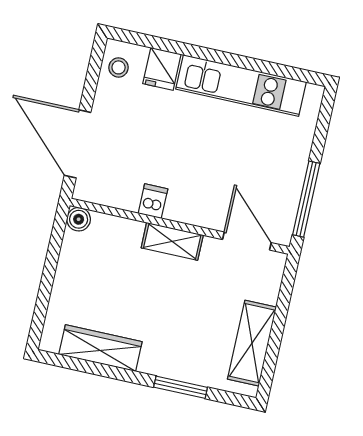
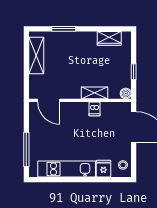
window: (306, 199) -> (26, 149), moved
shelving: (172, 241) -> (94, 93), moved
window: (51, 262) -> (134, 72), added
wardrobe: (100, 348) -> (109, 38), width x0.67

